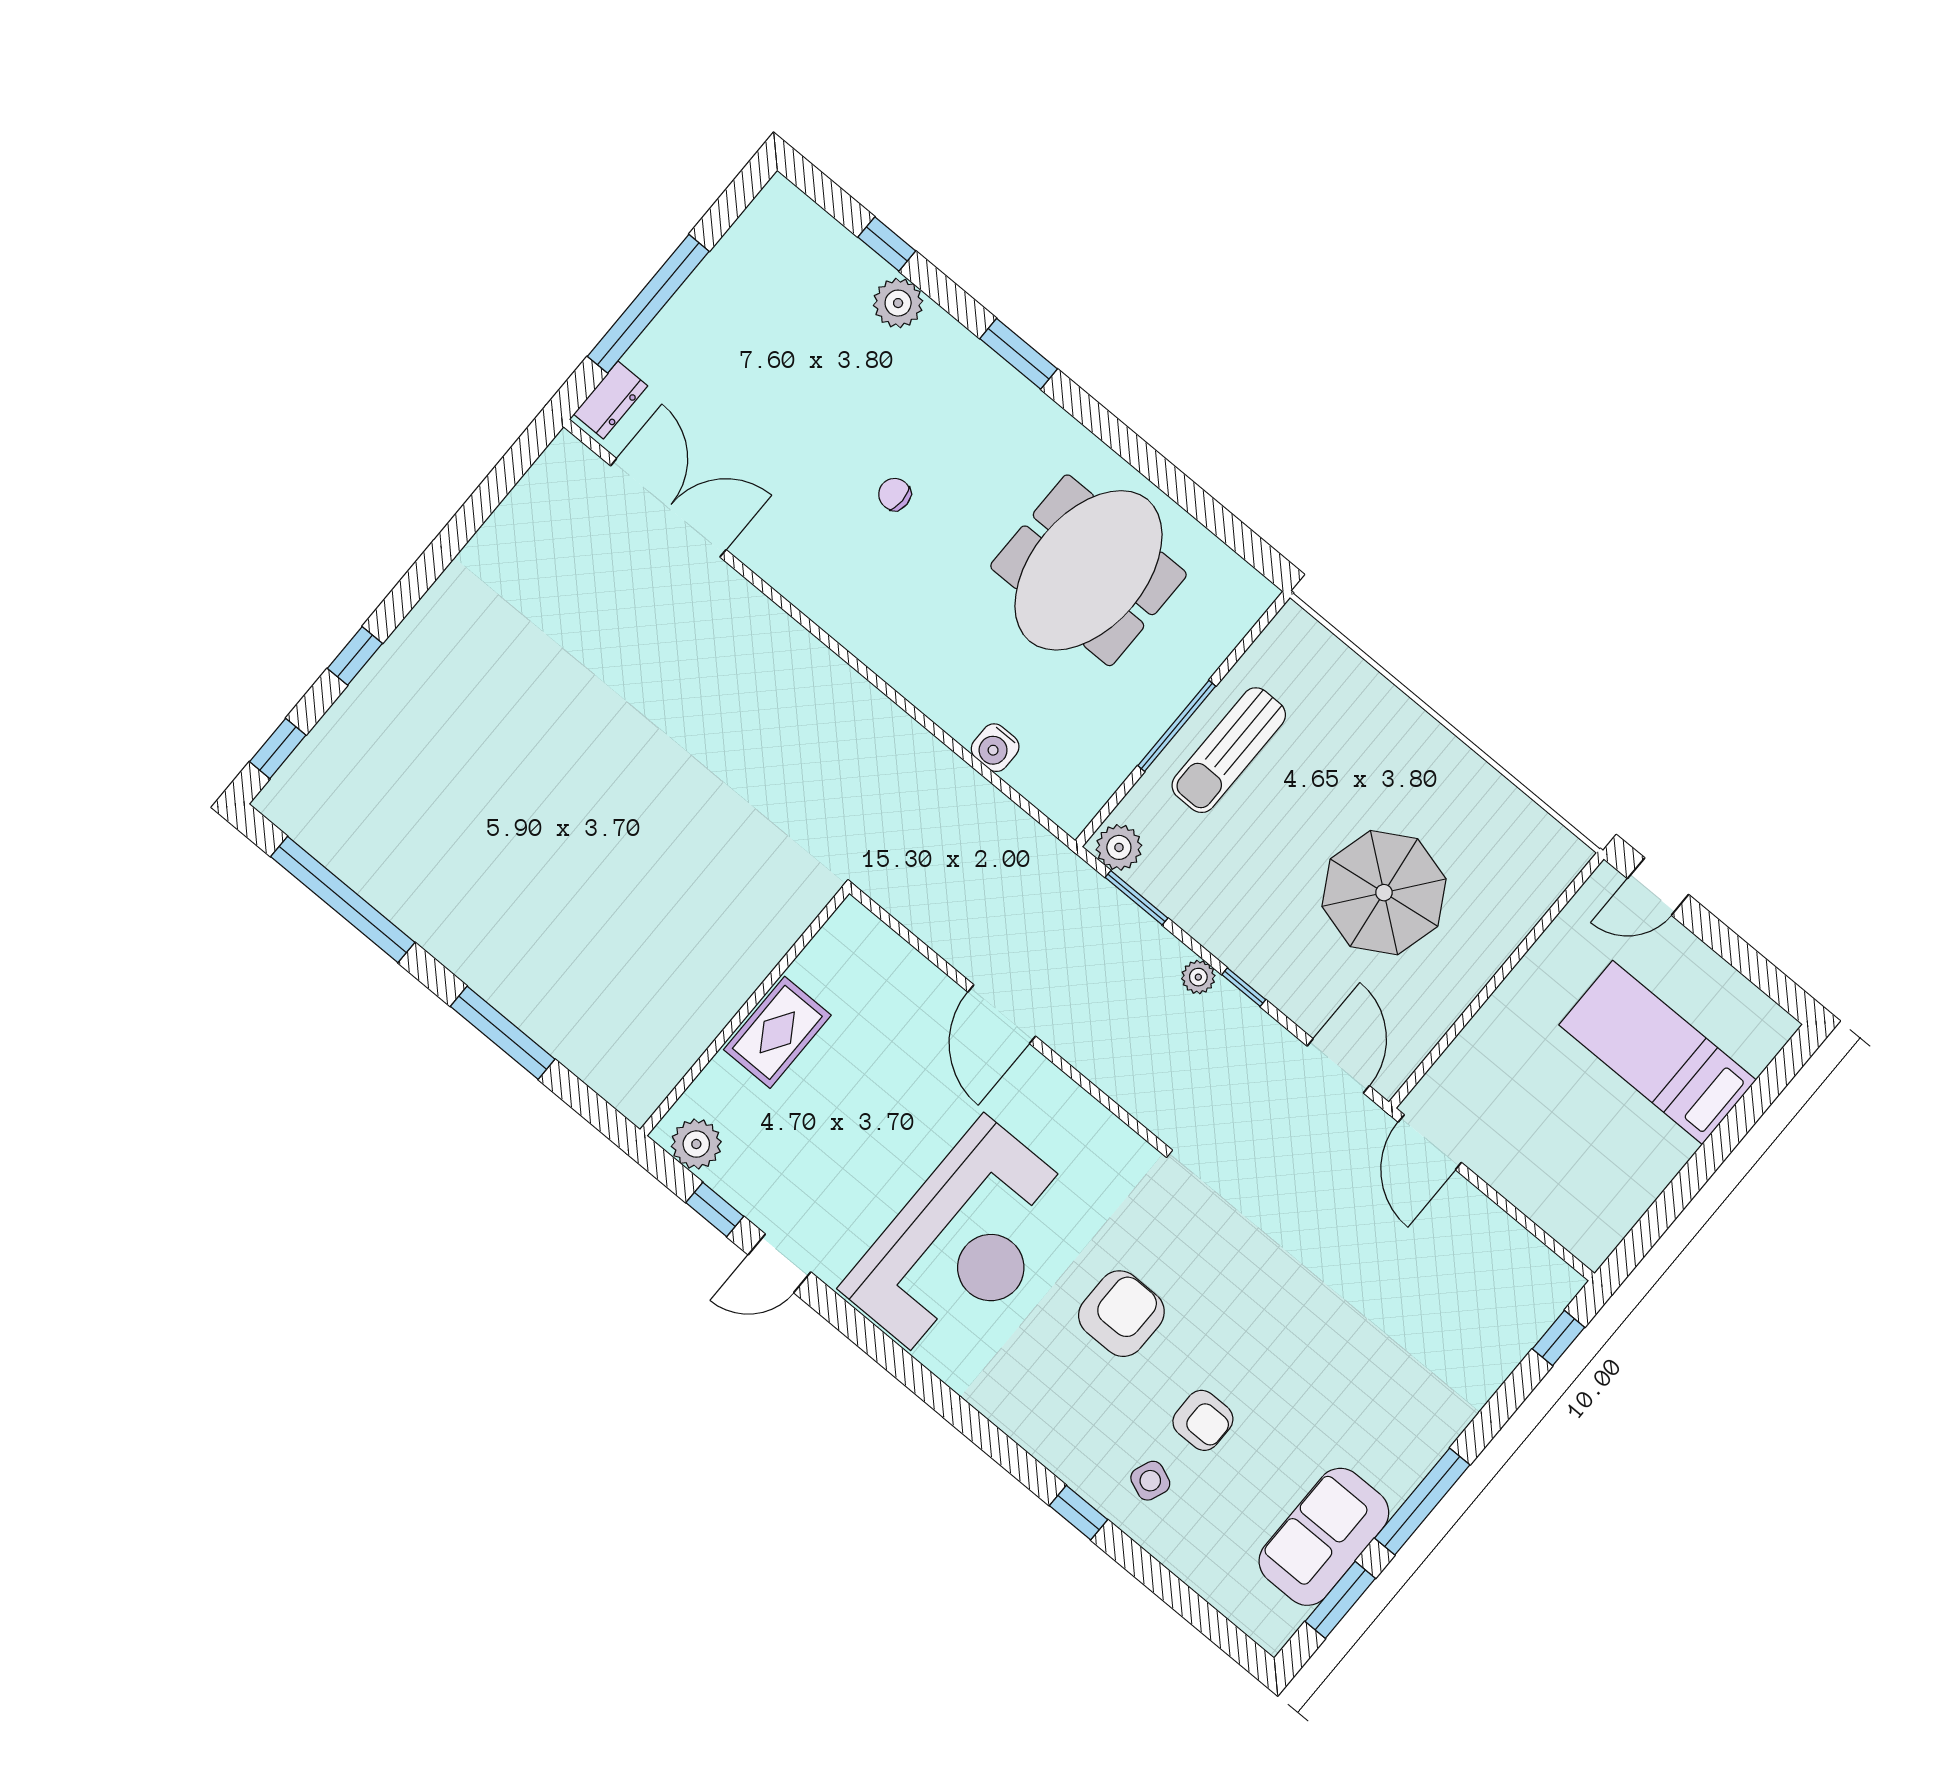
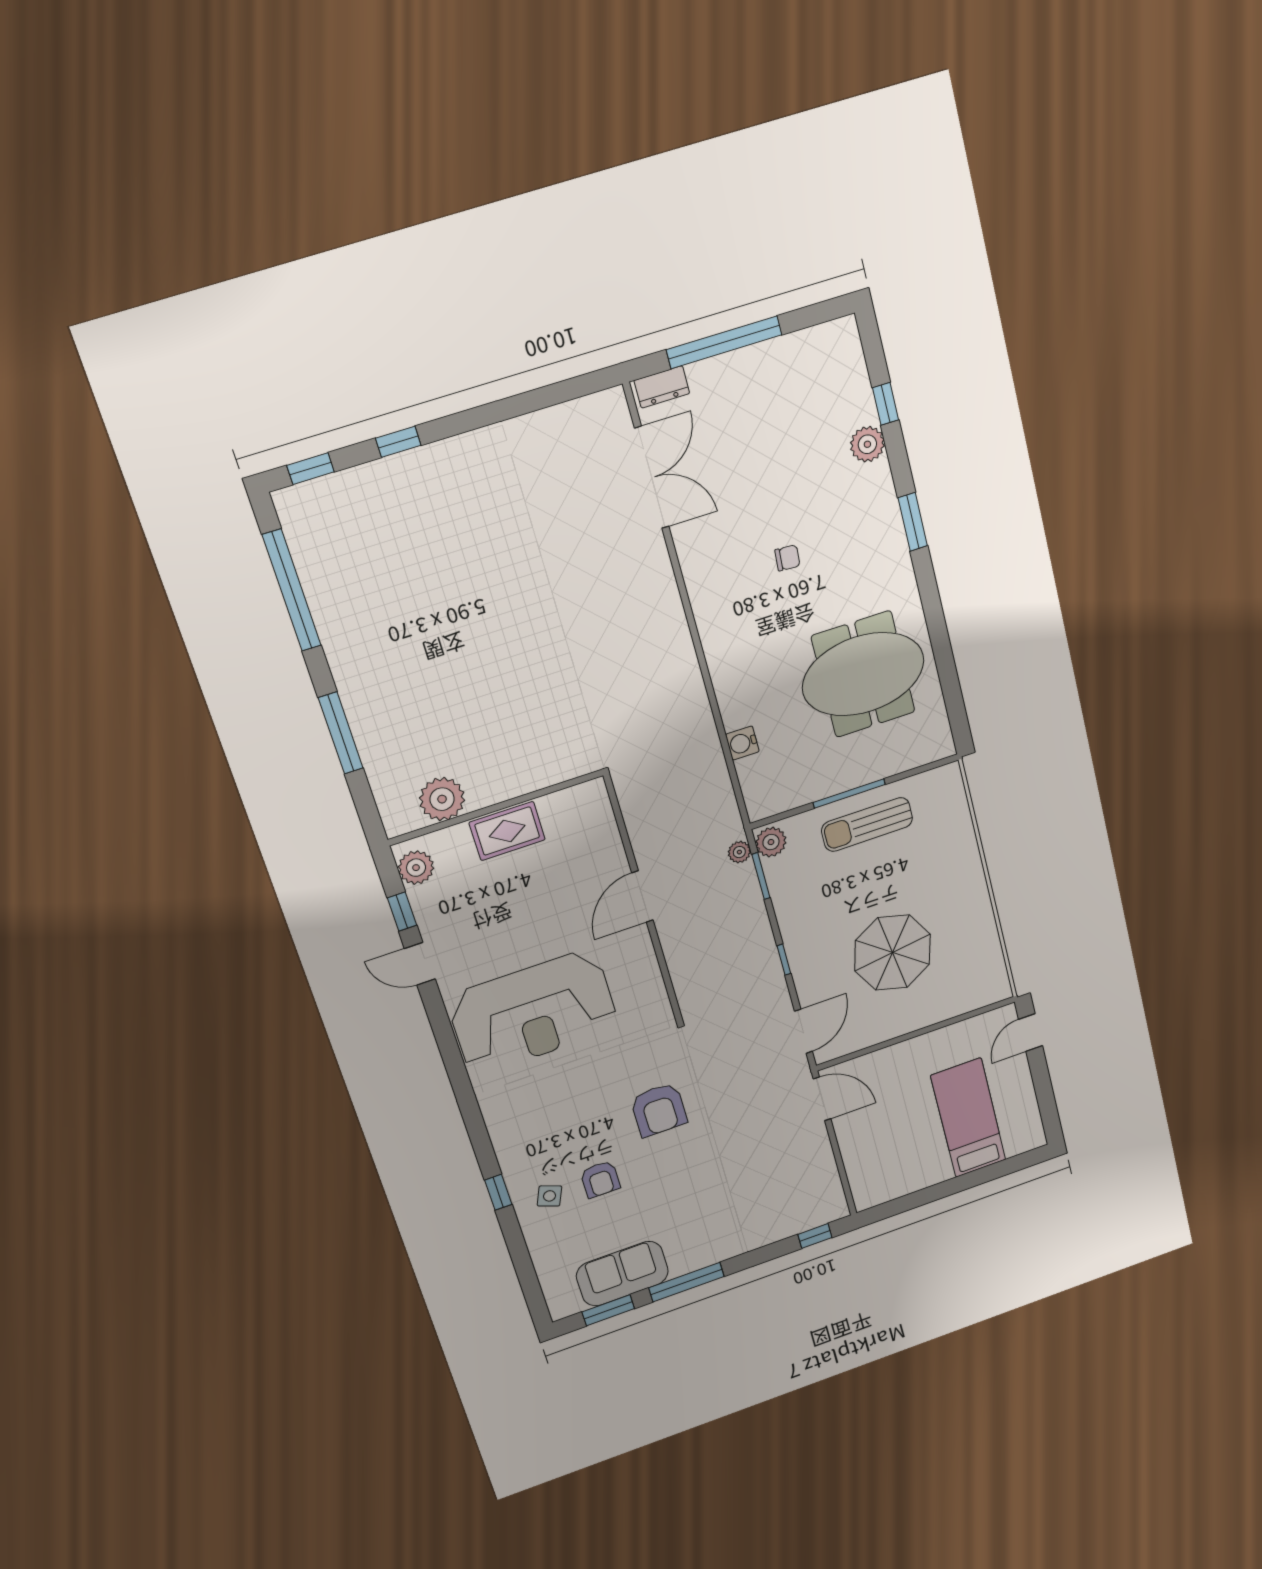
chair: (895, 494) -> (787, 558), turned 94
door: (1658, 887) -> (1030, 1033), hinge flipped
plant: (1198, 977) -> (739, 852), moved
plant: (673, 1040) -> (442, 799), added
door: (1430, 1142) -> (822, 1099), swing flipped
armchair: (1121, 1314) -> (659, 1110), moved, turned 90

